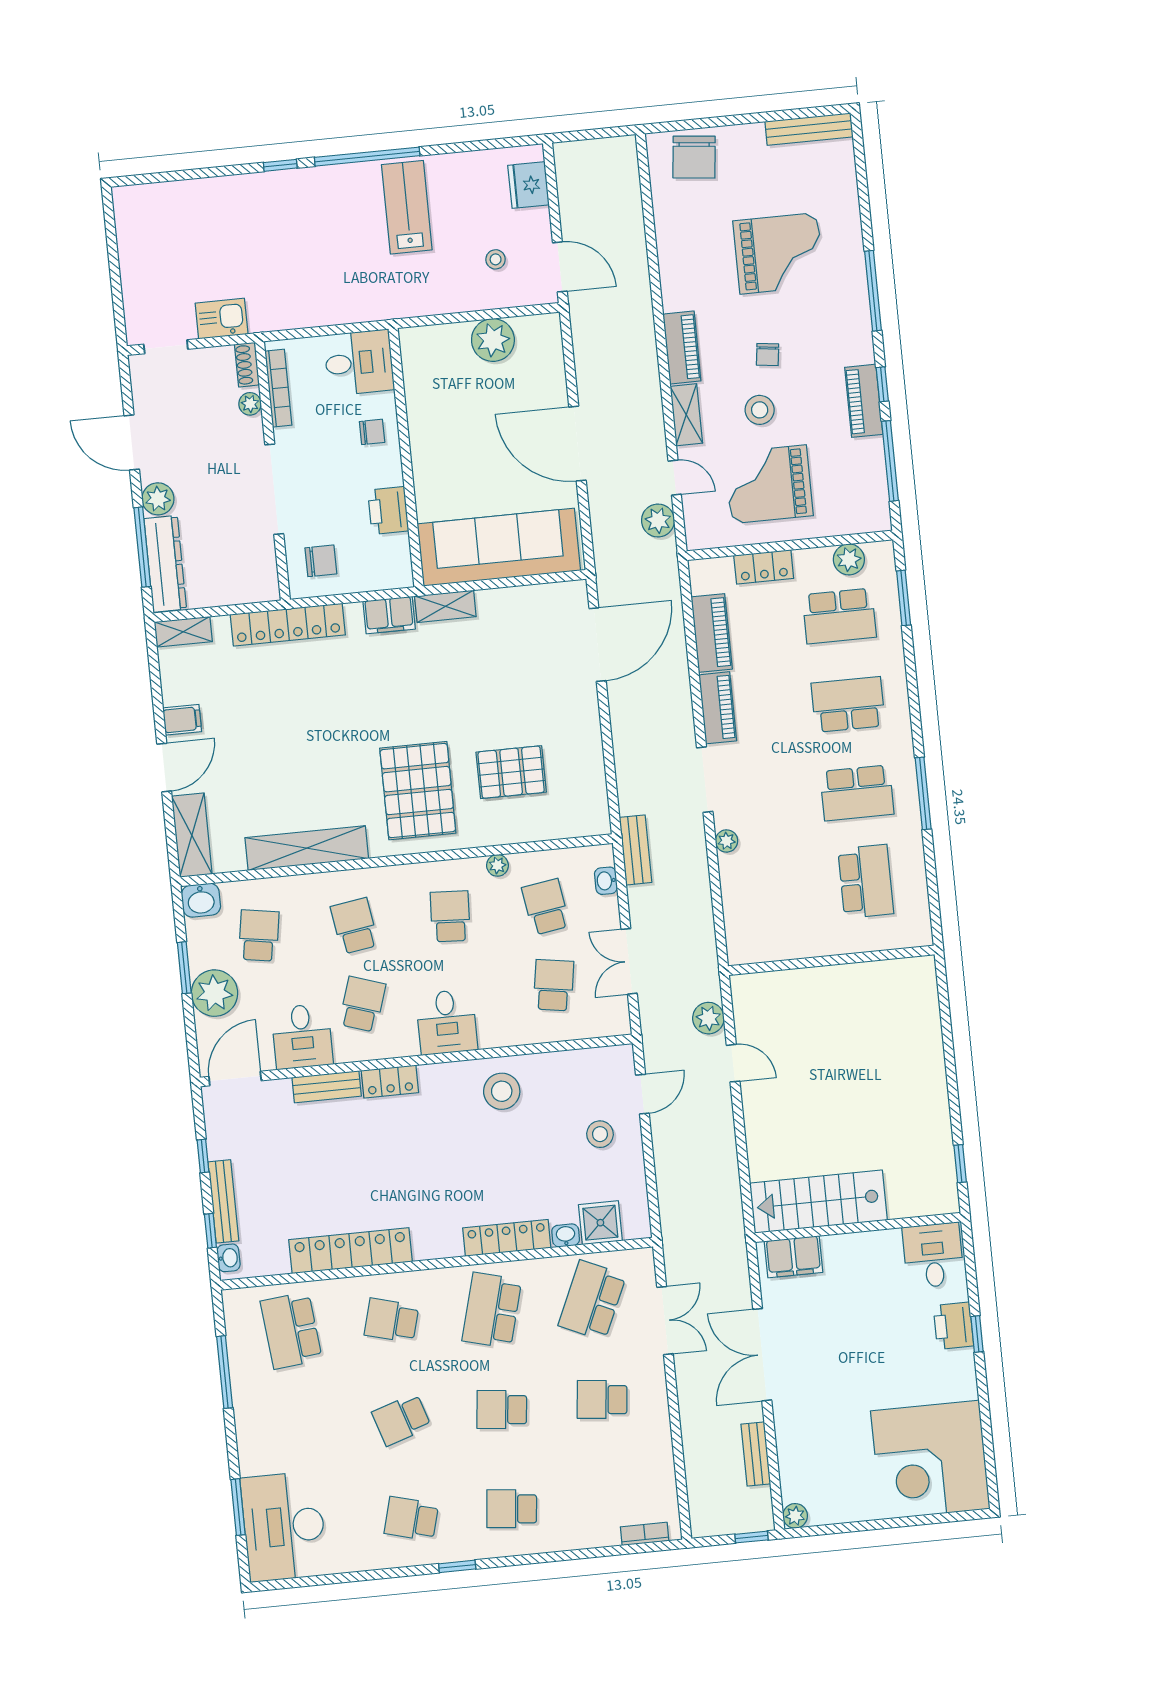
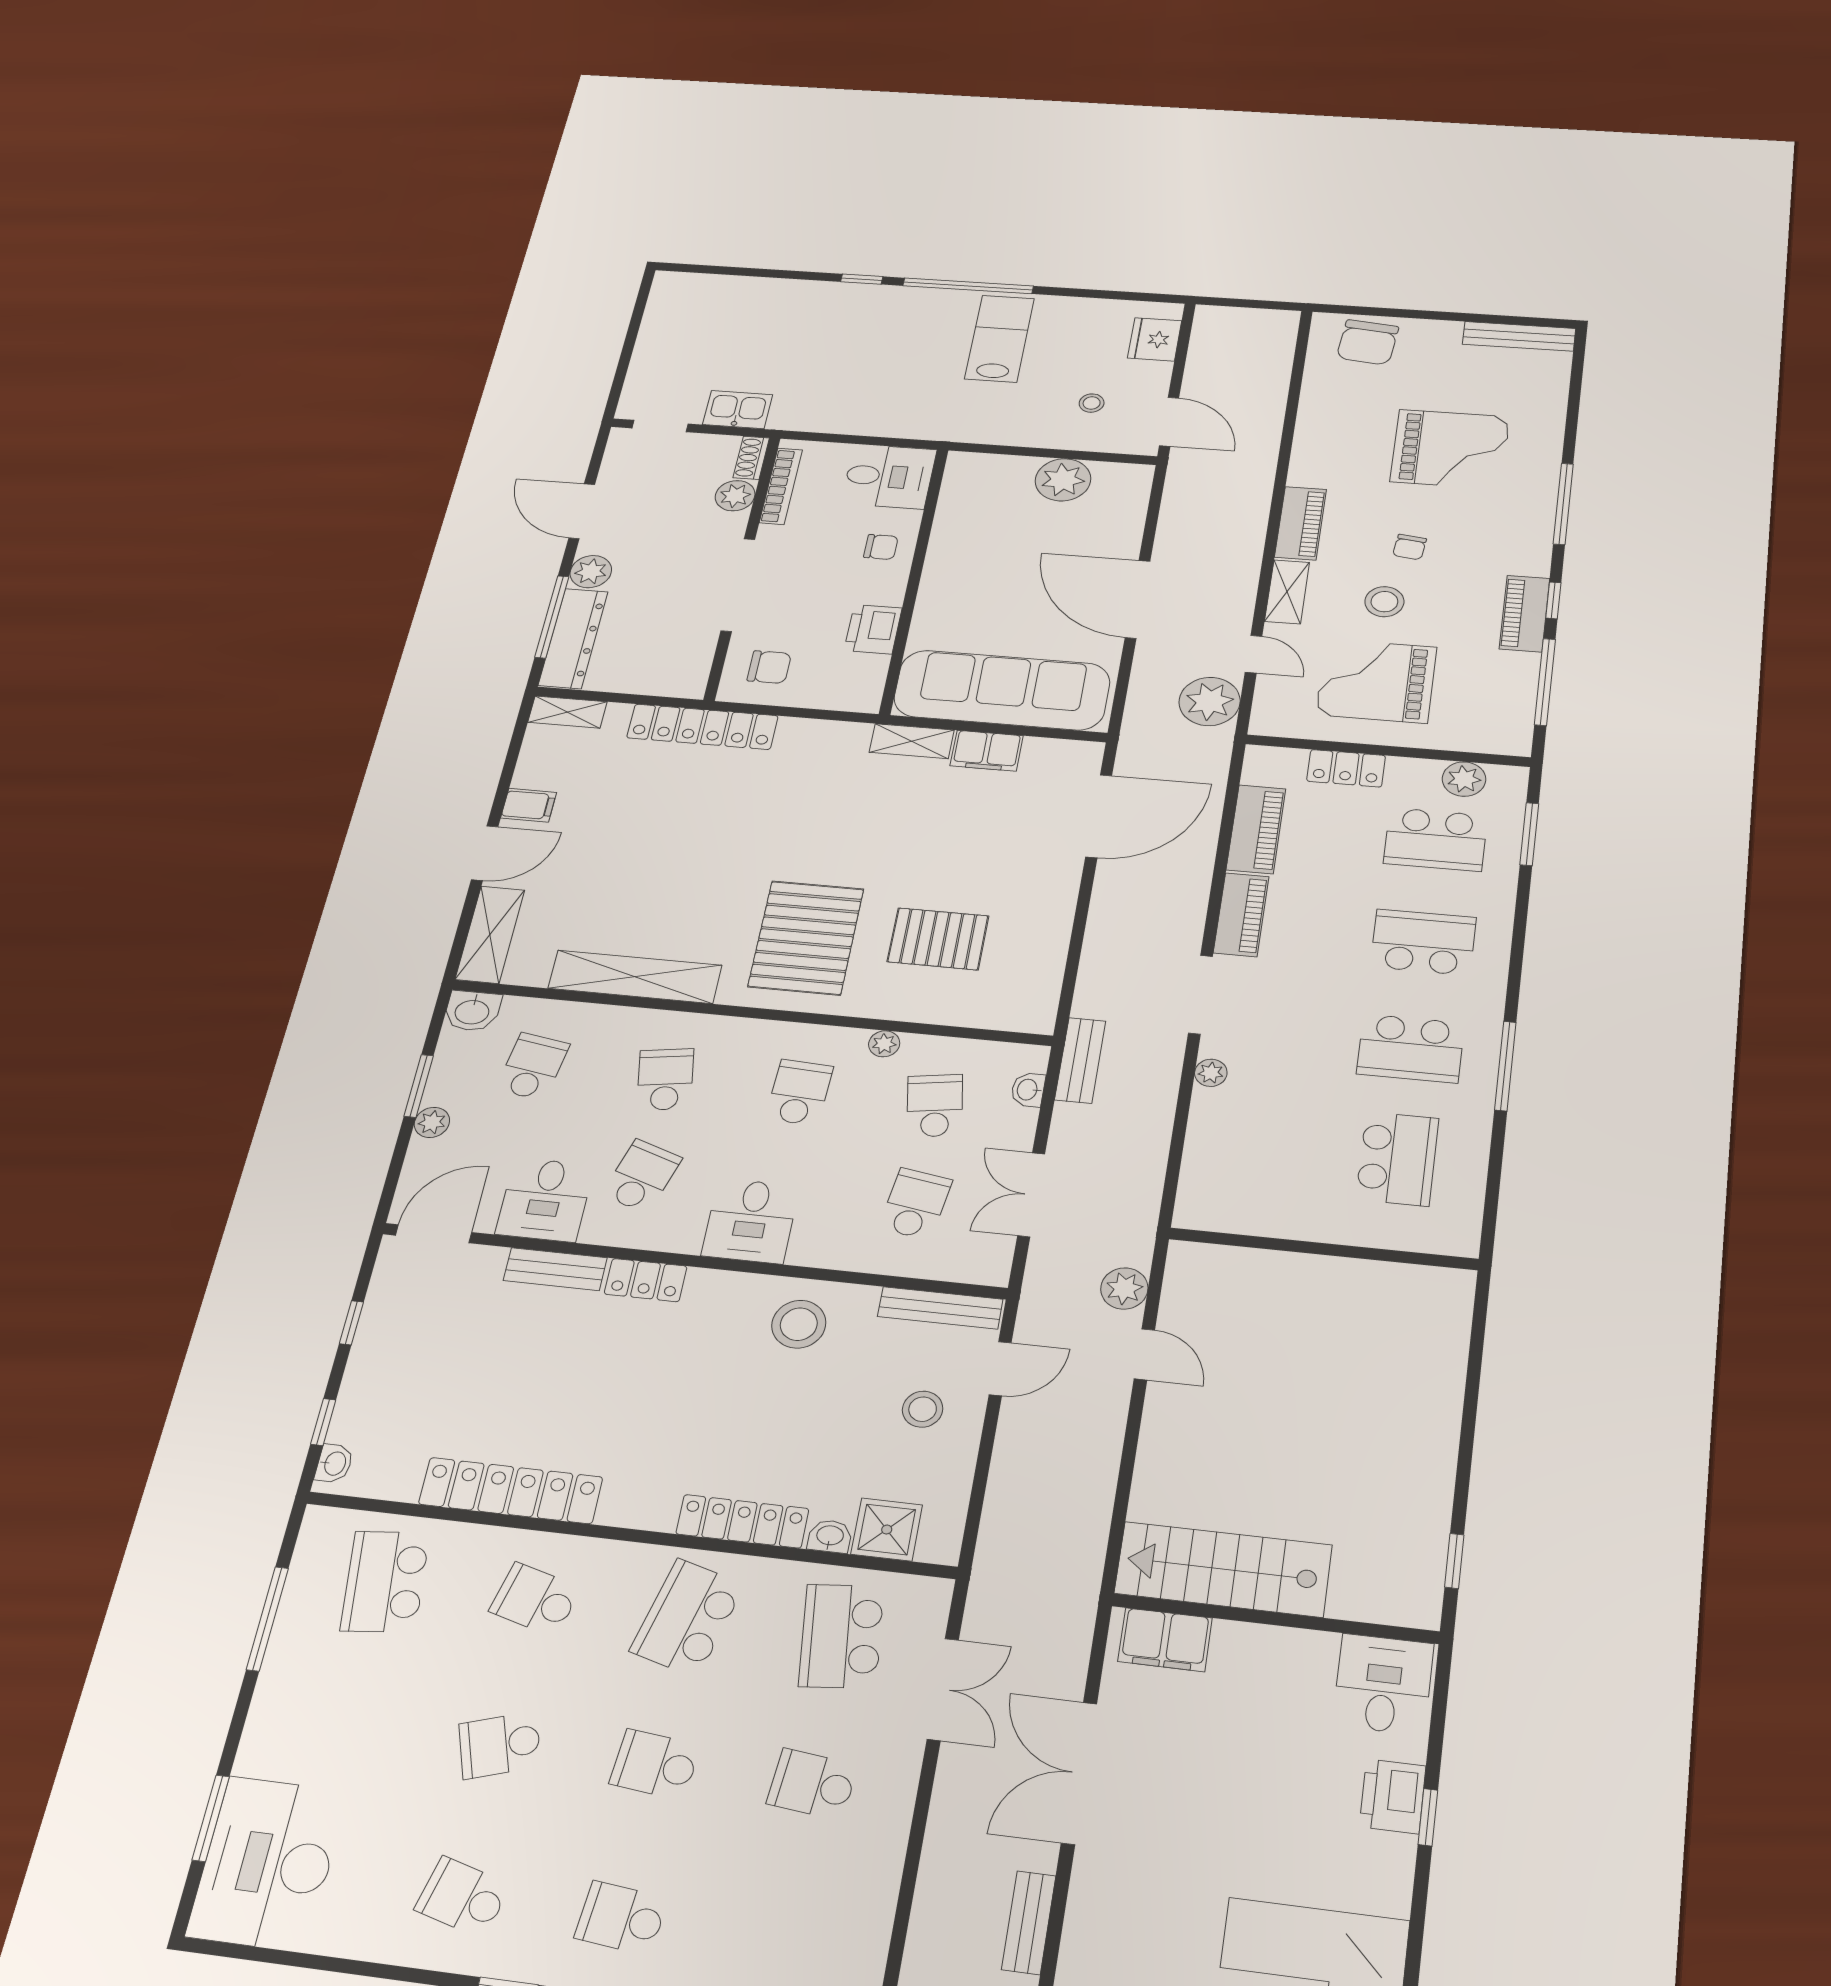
plant: (250, 404) -> (735, 496), width x1.38, depth x1.38
plant: (658, 521) -> (1210, 701), width x1.36, depth x1.36
filing cabinet: (389, 615) -> (987, 751), moved
plant: (214, 993) -> (432, 1122), width x0.53, depth x0.53
bench: (223, 1201) -> (940, 1308), moved, turned 90
school desk: (592, 1300) -> (841, 1636), turned -30

